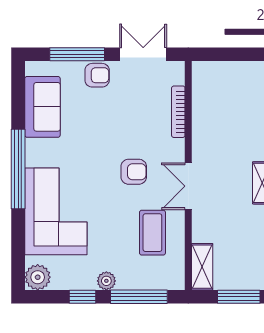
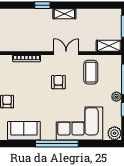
double door: (188, 186) -> (66, 53), swing flipped
coffee table: (152, 233) -> (91, 72), turned 90

